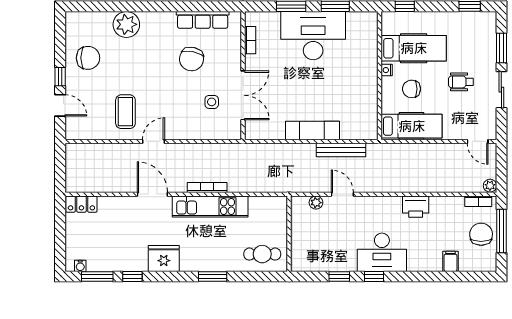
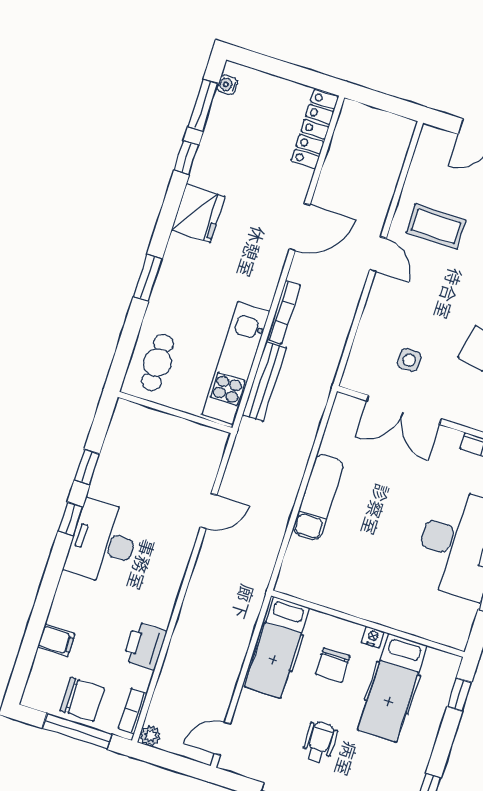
chair: (411, 89) -> (333, 665), turned 180
bench: (341, 150) -> (264, 381), moved
plant: (316, 203) -> (209, 468), removed
locker: (81, 204) -> (315, 129), width x1.53
kitchen unit: (210, 206) -> (236, 363), moved
printer: (416, 207) -> (145, 646), moved

